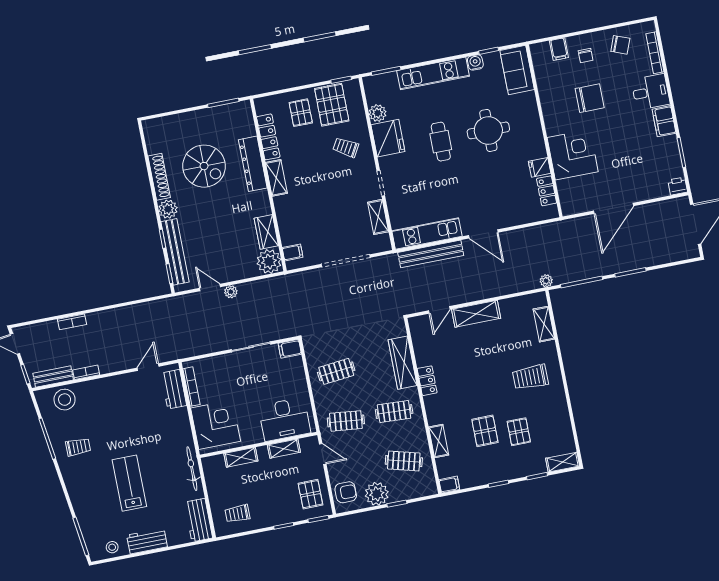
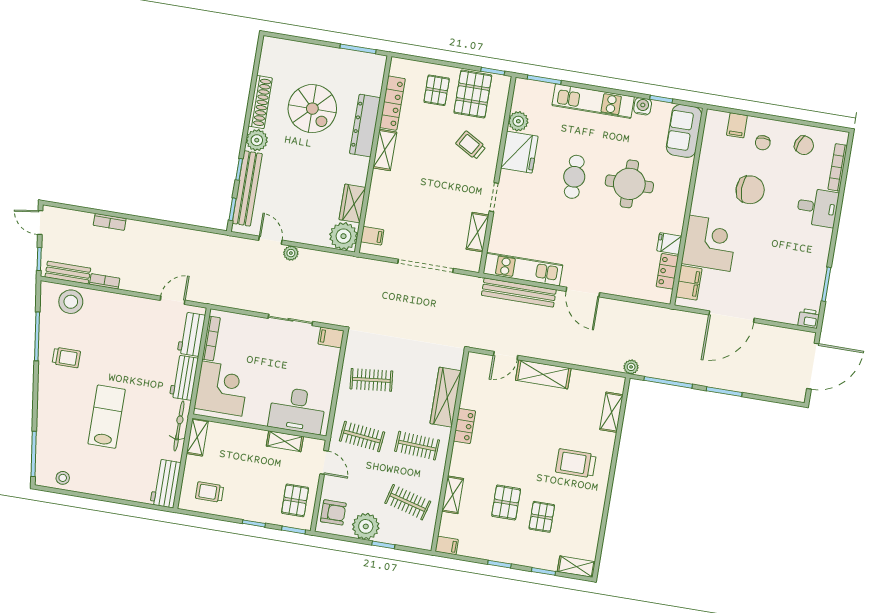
filing cabinet: (664, 121) -> (689, 283), moved, turned 180
shelving: (241, 457) -> (197, 437), moved, turned 90
workbench: (147, 541) -> (184, 378), moved, turned -90

